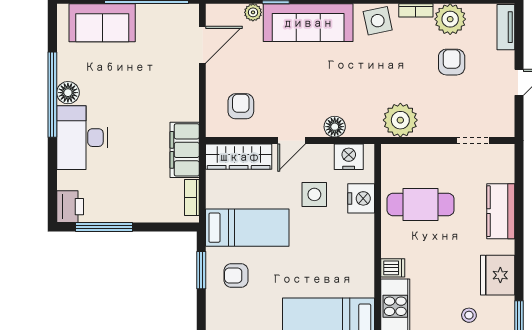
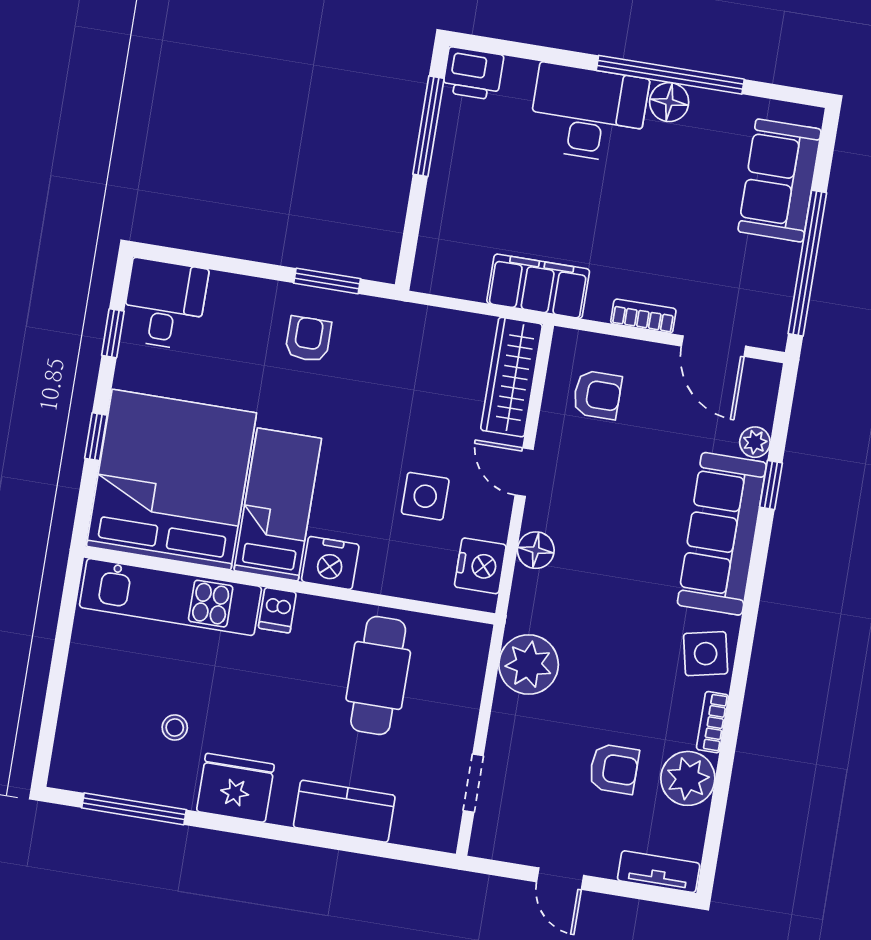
bookcase: (192, 198) -> (643, 316), moved
nightstand: (361, 198) -> (330, 563), moved
bed: (247, 228) -> (278, 504), moved, turned 180

